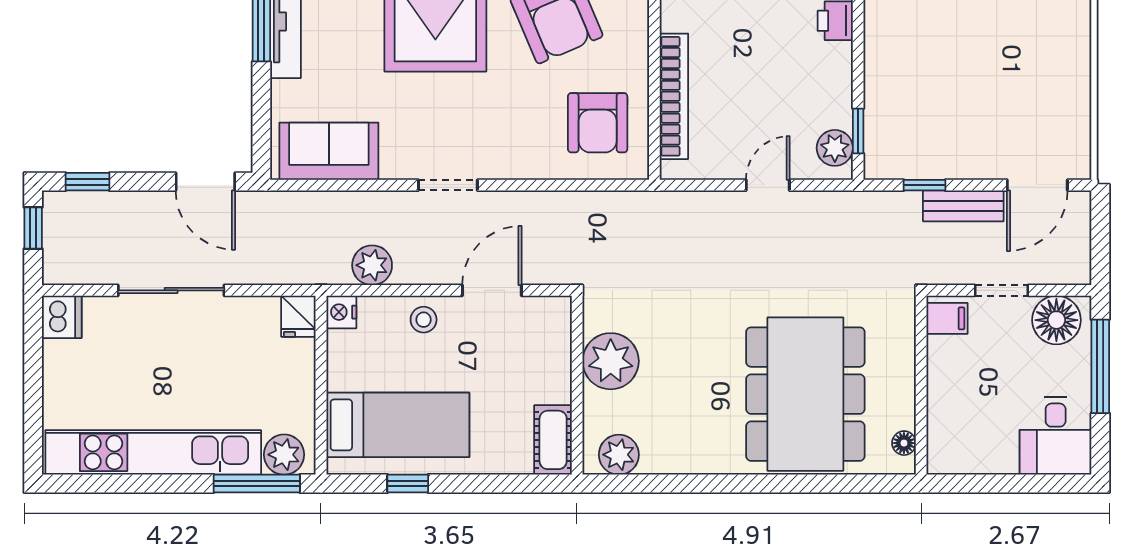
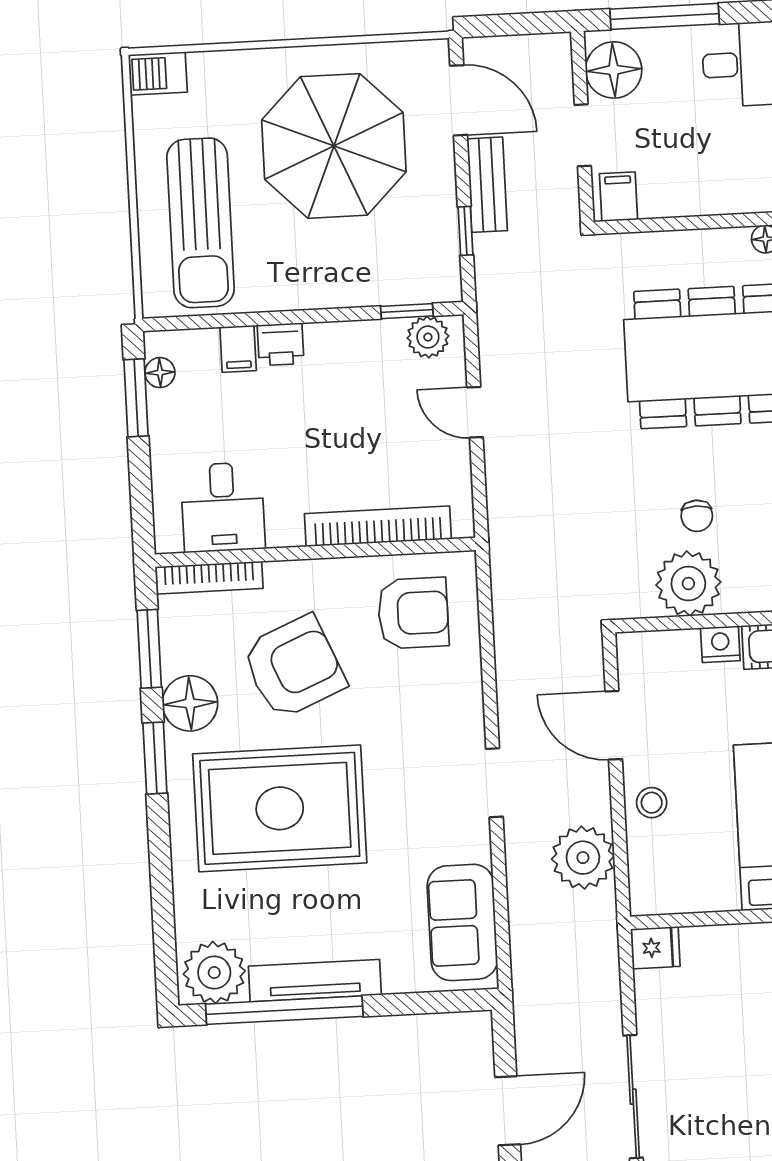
parasol: (1004, 76) -> (334, 146), added
door: (205, 182) -> (508, 1111), moved
plant: (372, 265) -> (583, 858), width x1.36, depth x1.36
nightstand: (341, 312) -> (720, 644), moved, turned 180
chair: (669, 372) -> (697, 516), added

